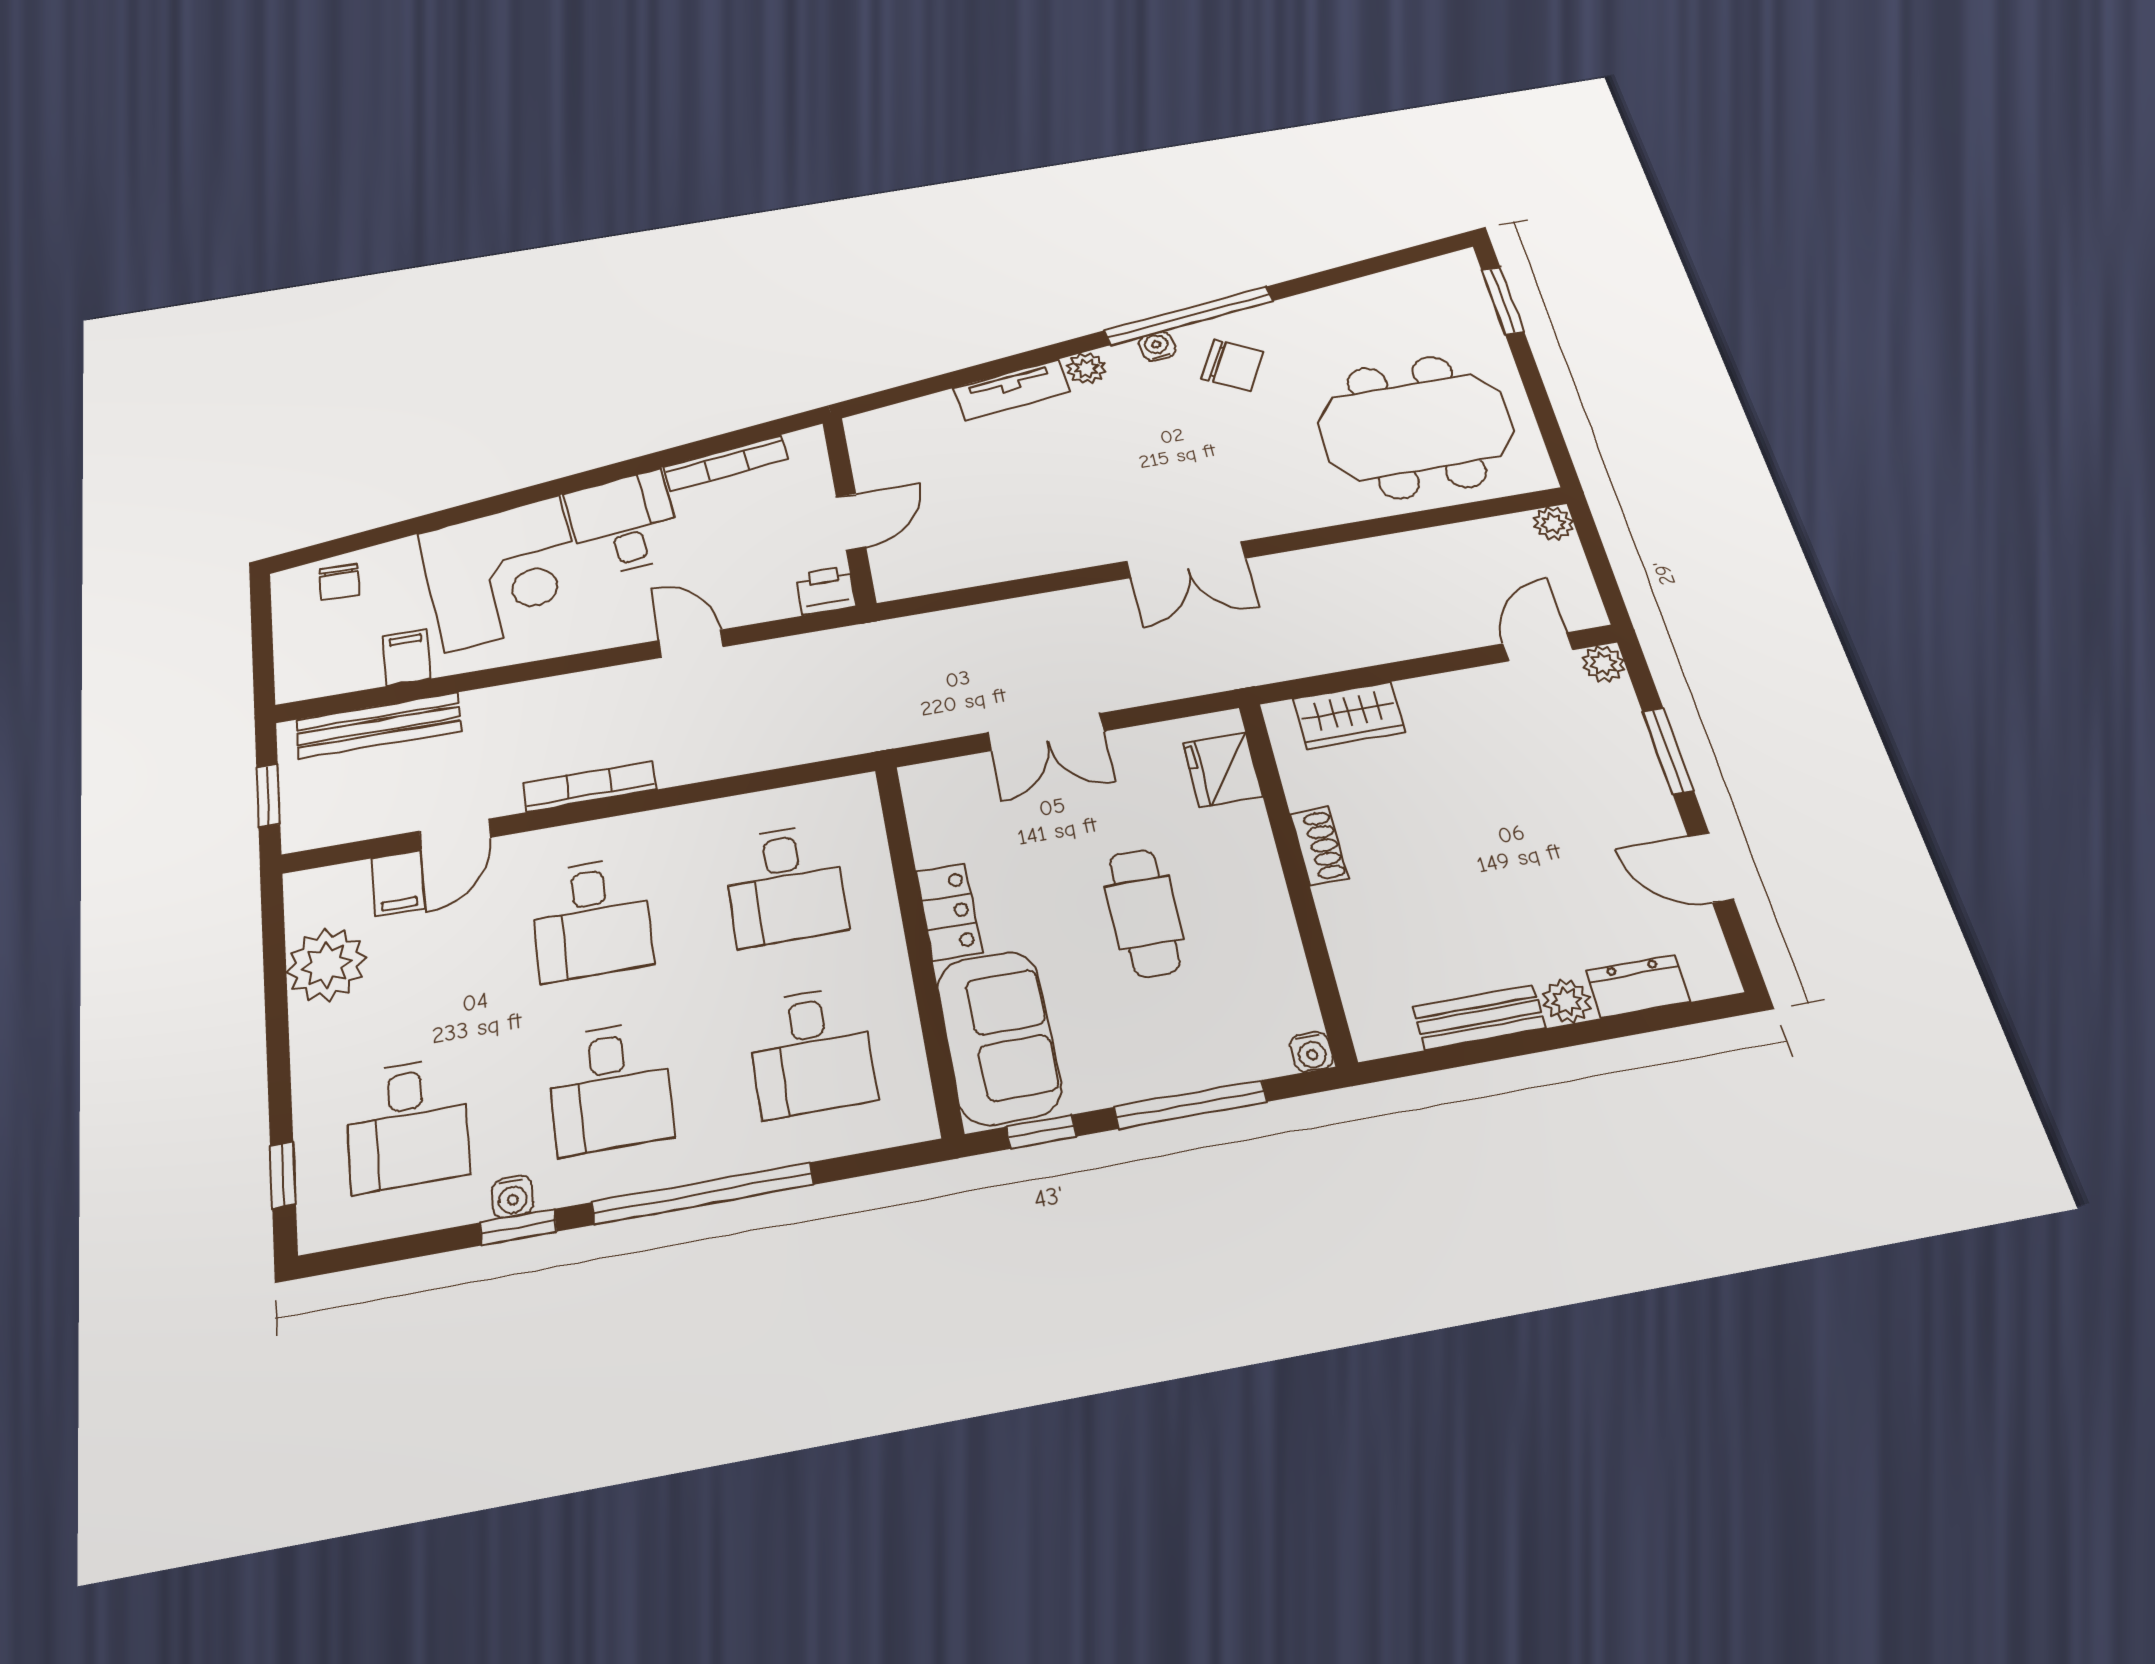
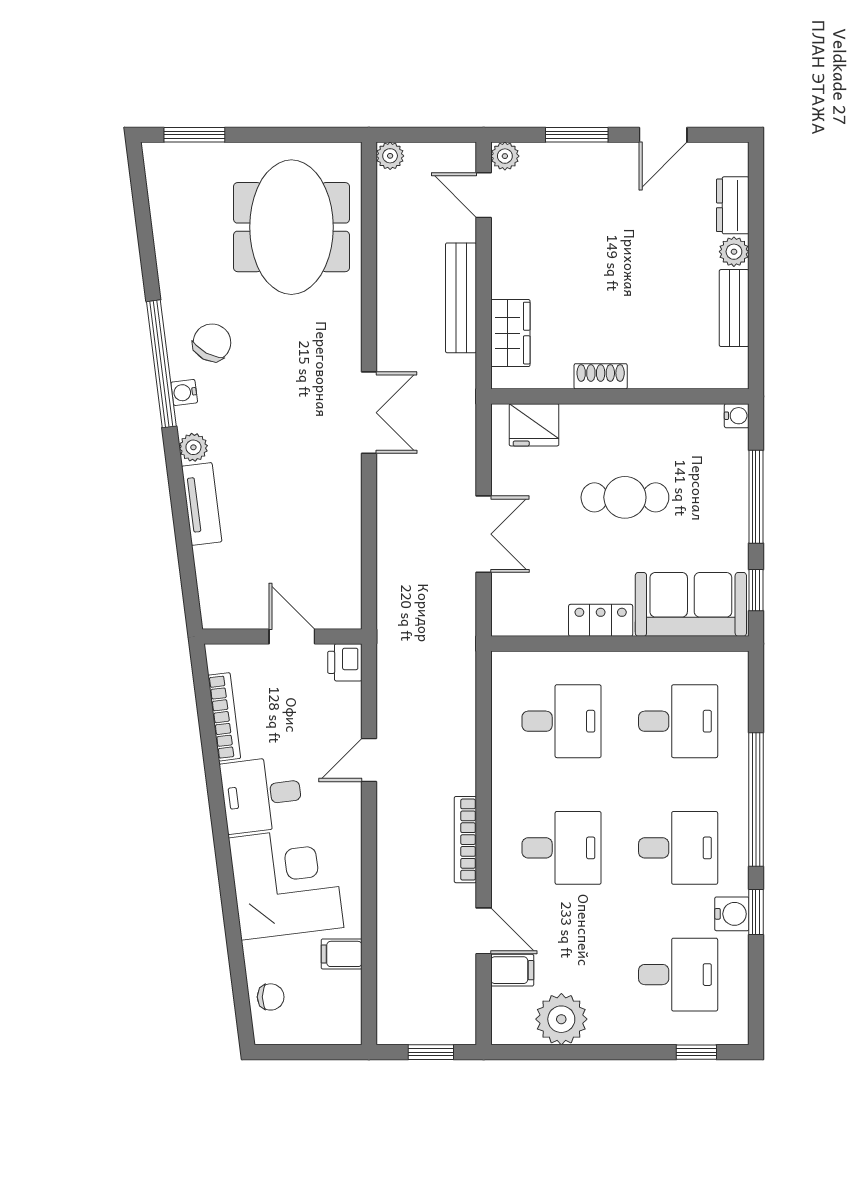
bench: (379, 725) -> (461, 298), moved
water cooler: (513, 1197) -> (732, 914), width x1.38, depth x1.38

